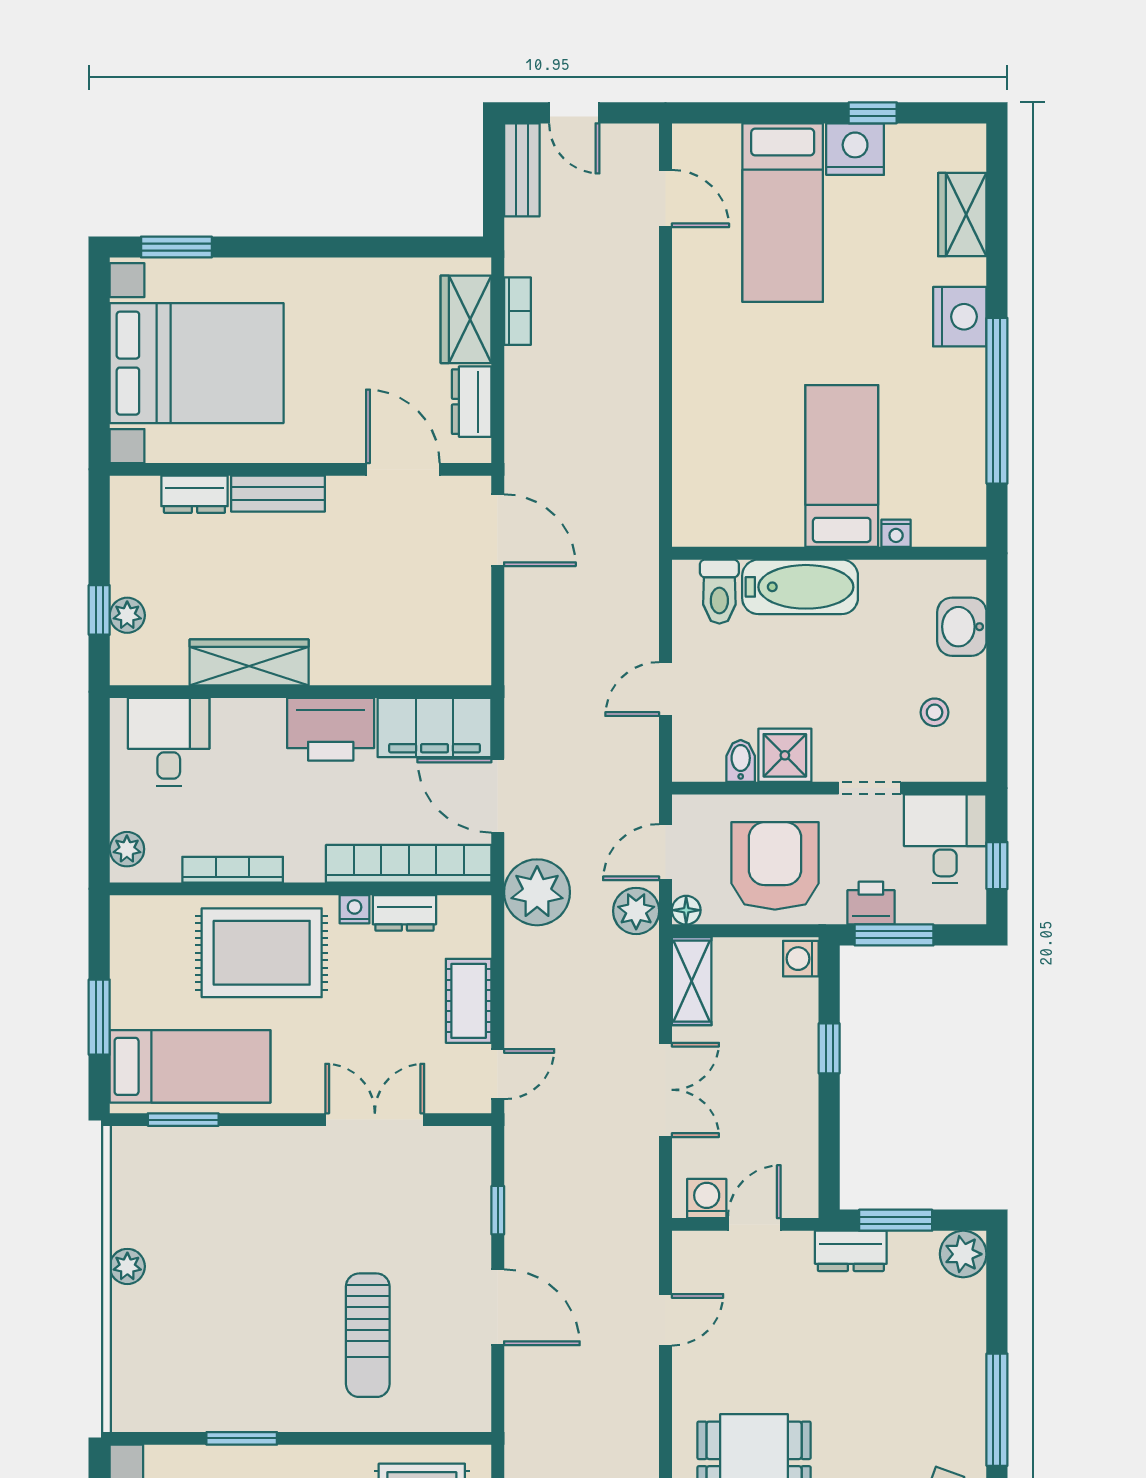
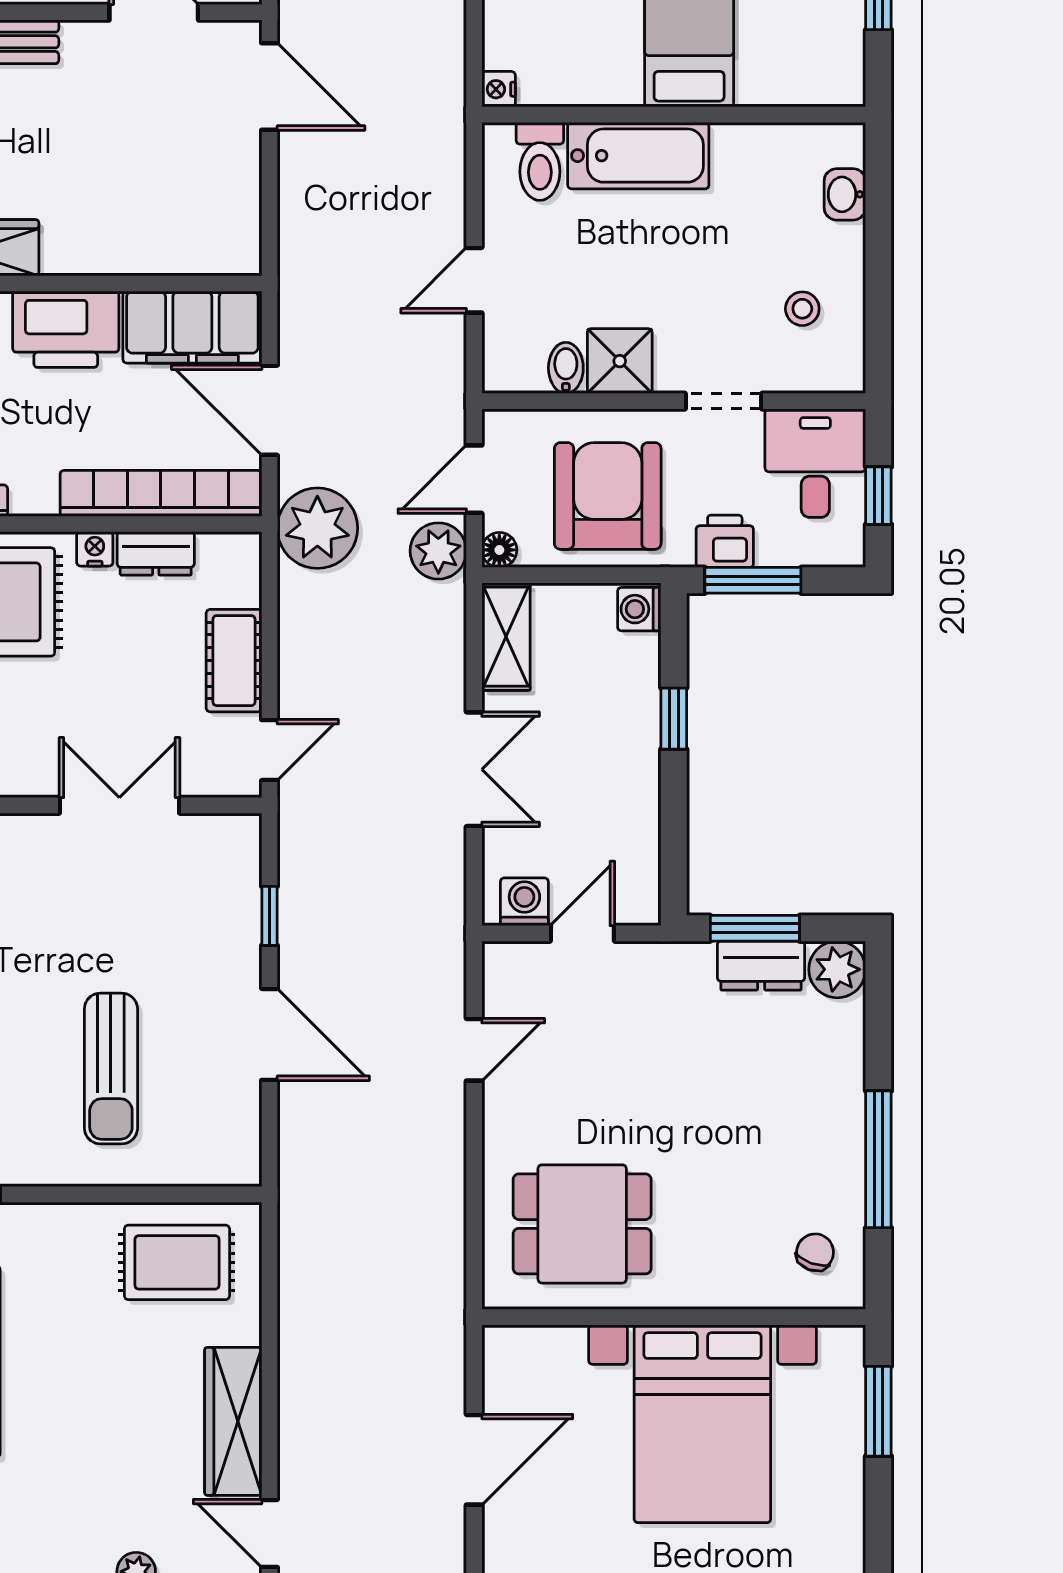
nightstand: (896, 533) -> (499, 89), moved, turned 90
washbasin: (962, 627) -> (845, 194), width x0.72, depth x0.69
dresser: (851, 1251) -> (761, 966), moved

